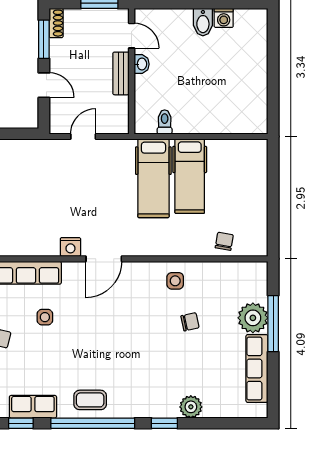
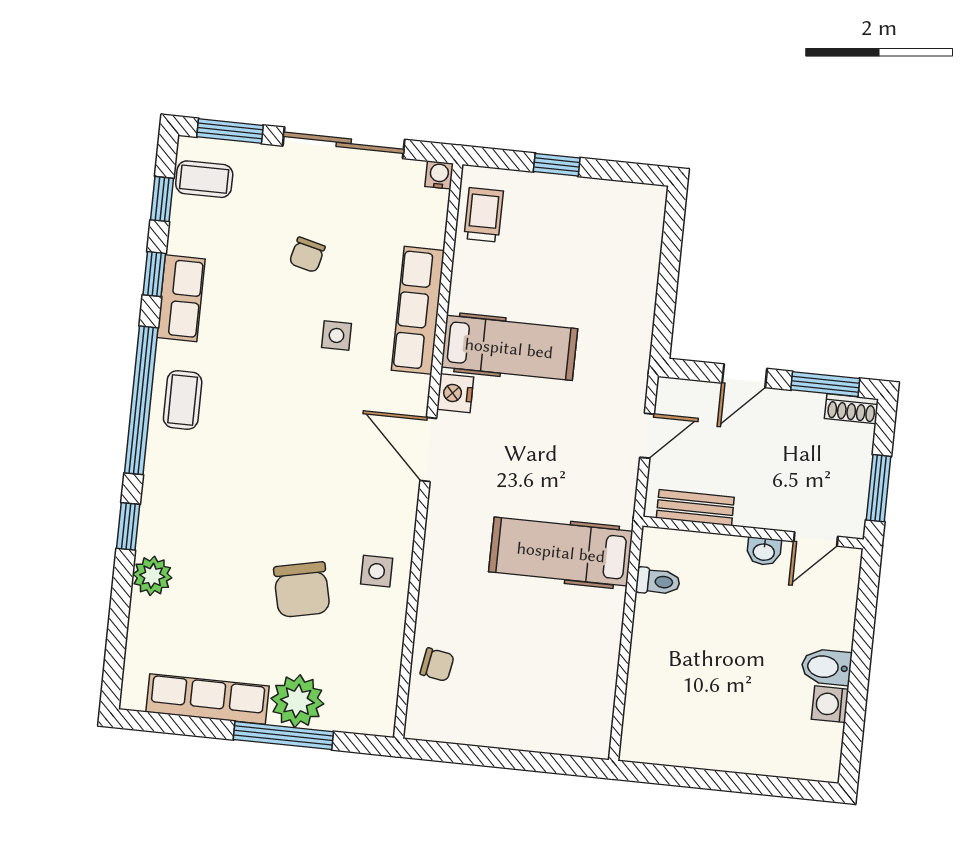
bench: (121, 73) -> (695, 508), moved
door: (83, 136) -> (647, 436), hinge flipped
hospital bed: (190, 176) -> (509, 348), moved, turned 180
chair: (190, 322) -> (302, 590), width x1.87, depth x1.87

